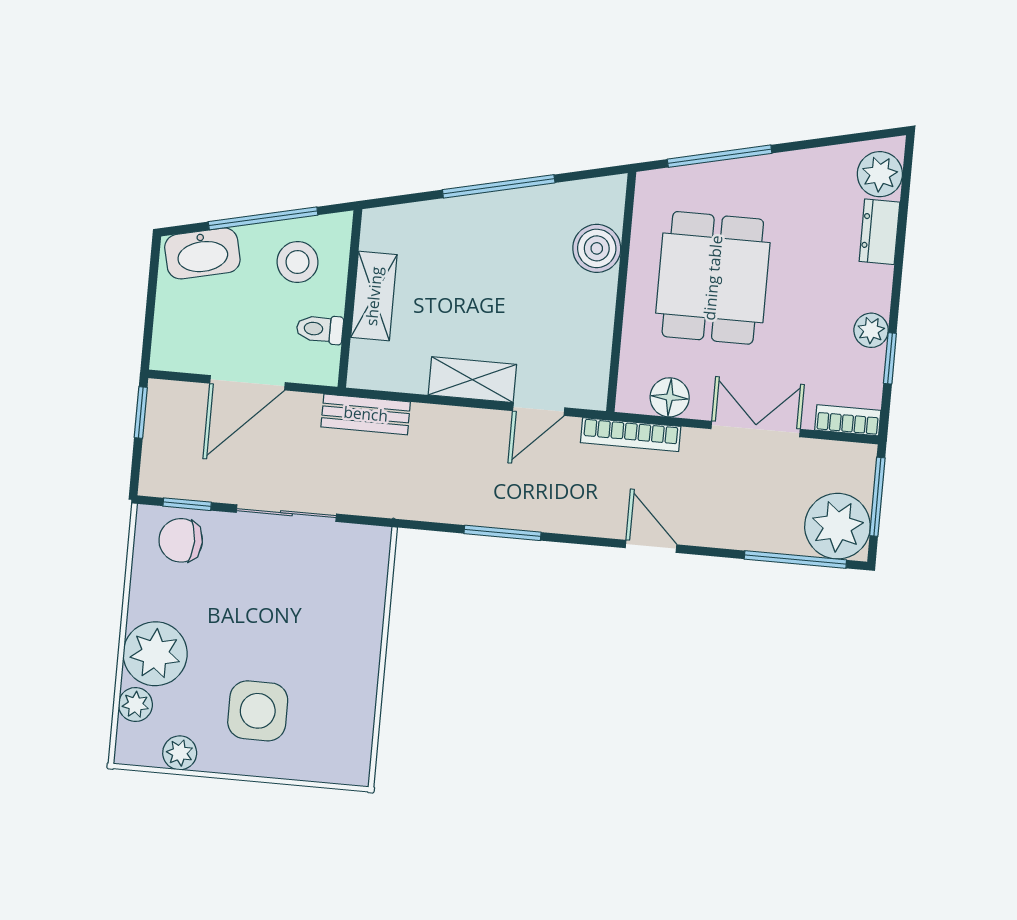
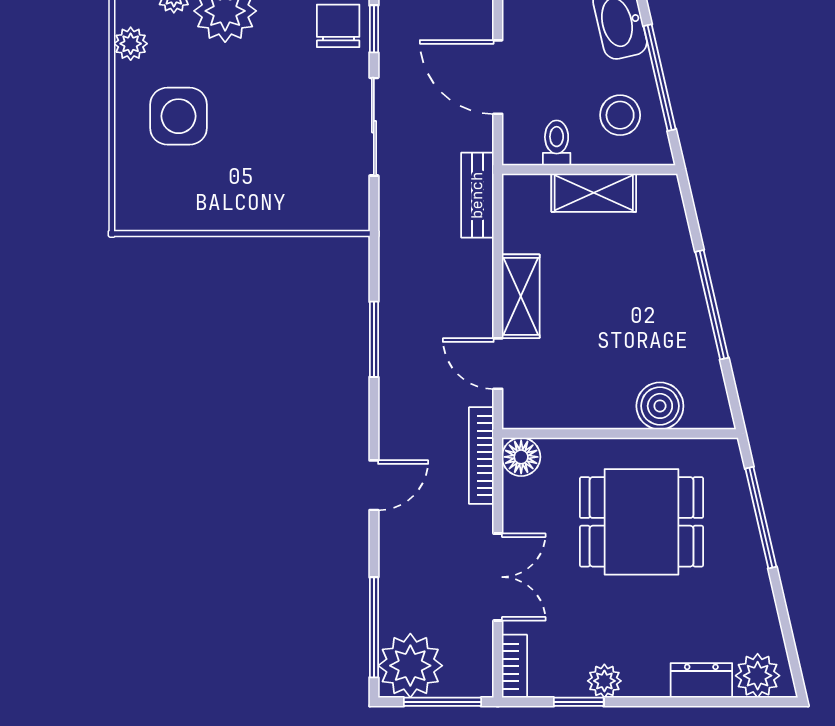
floor lamp: (670, 397) -> (521, 457), moved

